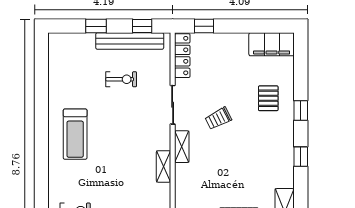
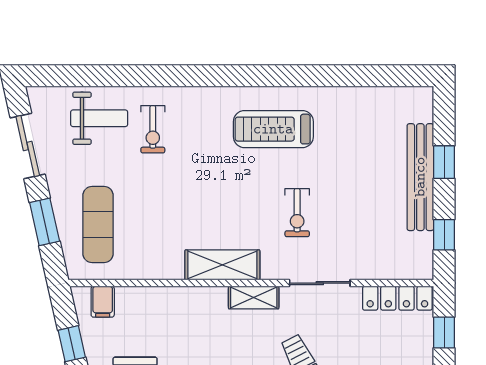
bench: (130, 41) -> (420, 177), moved
exercise bike: (121, 79) -> (297, 213), moved
shelving: (164, 166) -> (222, 265), width x1.50, depth x1.33

